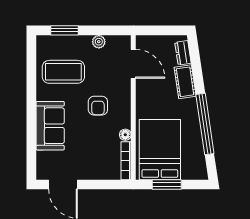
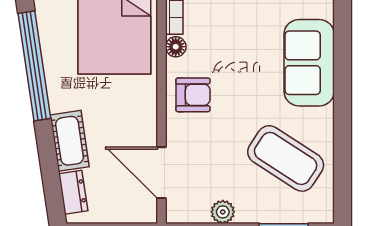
coffee table: (63, 72) -> (286, 158), turned 33
armchair: (98, 106) -> (193, 95), moved, turned 90

